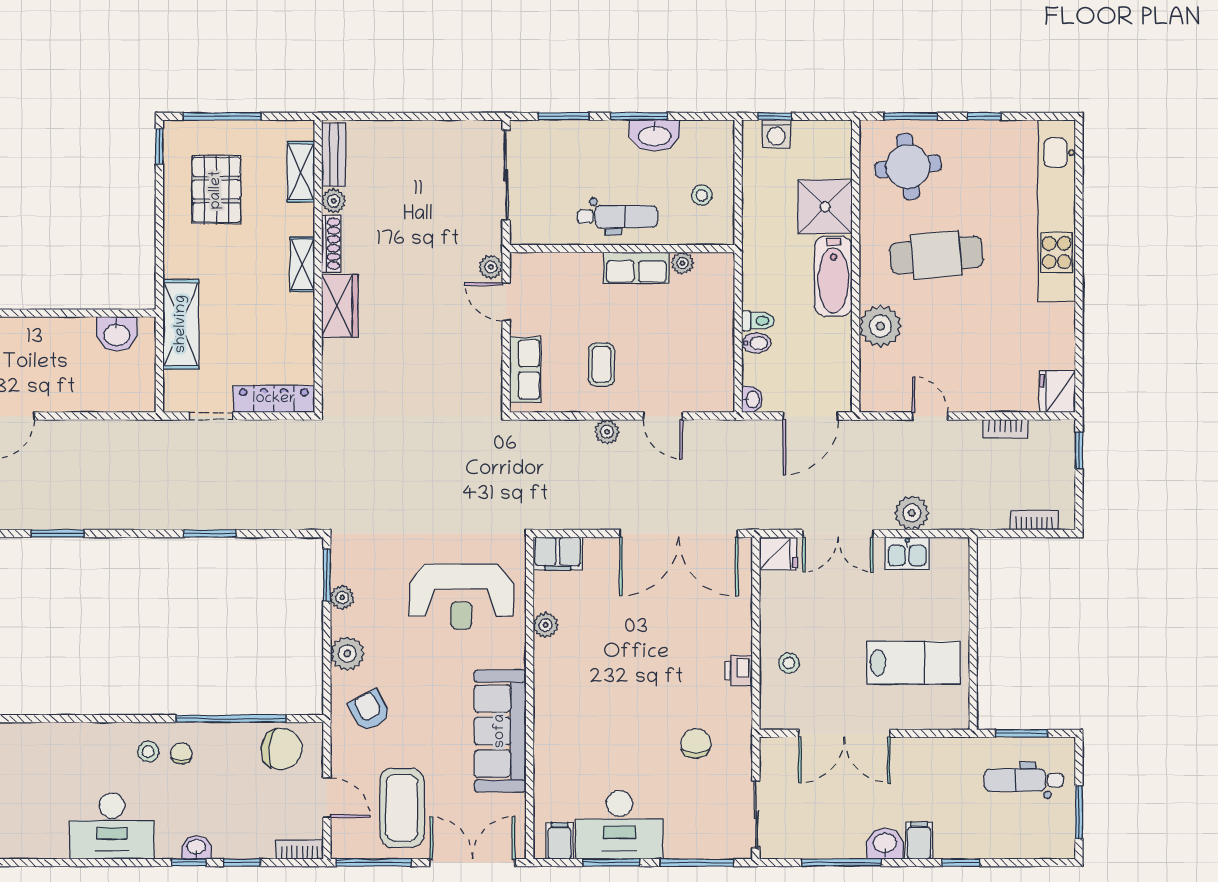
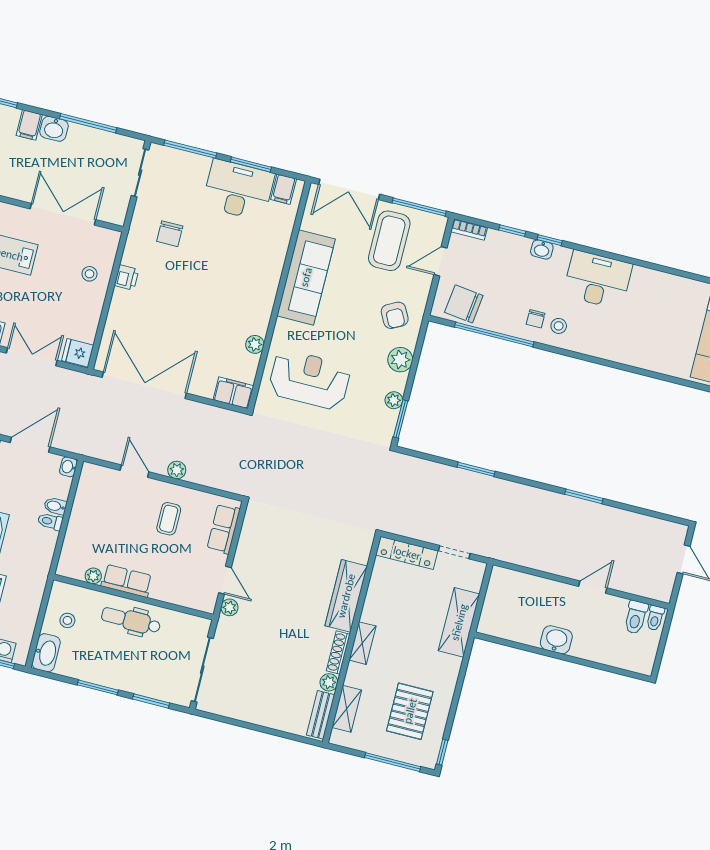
washbasin: (655, 135) -> (46, 653), moved, turned 90
wardrobe: (340, 306) -> (346, 596), width x1.50
washbasin: (117, 334) -> (556, 640), moved
door: (327, 798) -> (440, 261), hinge flipped

